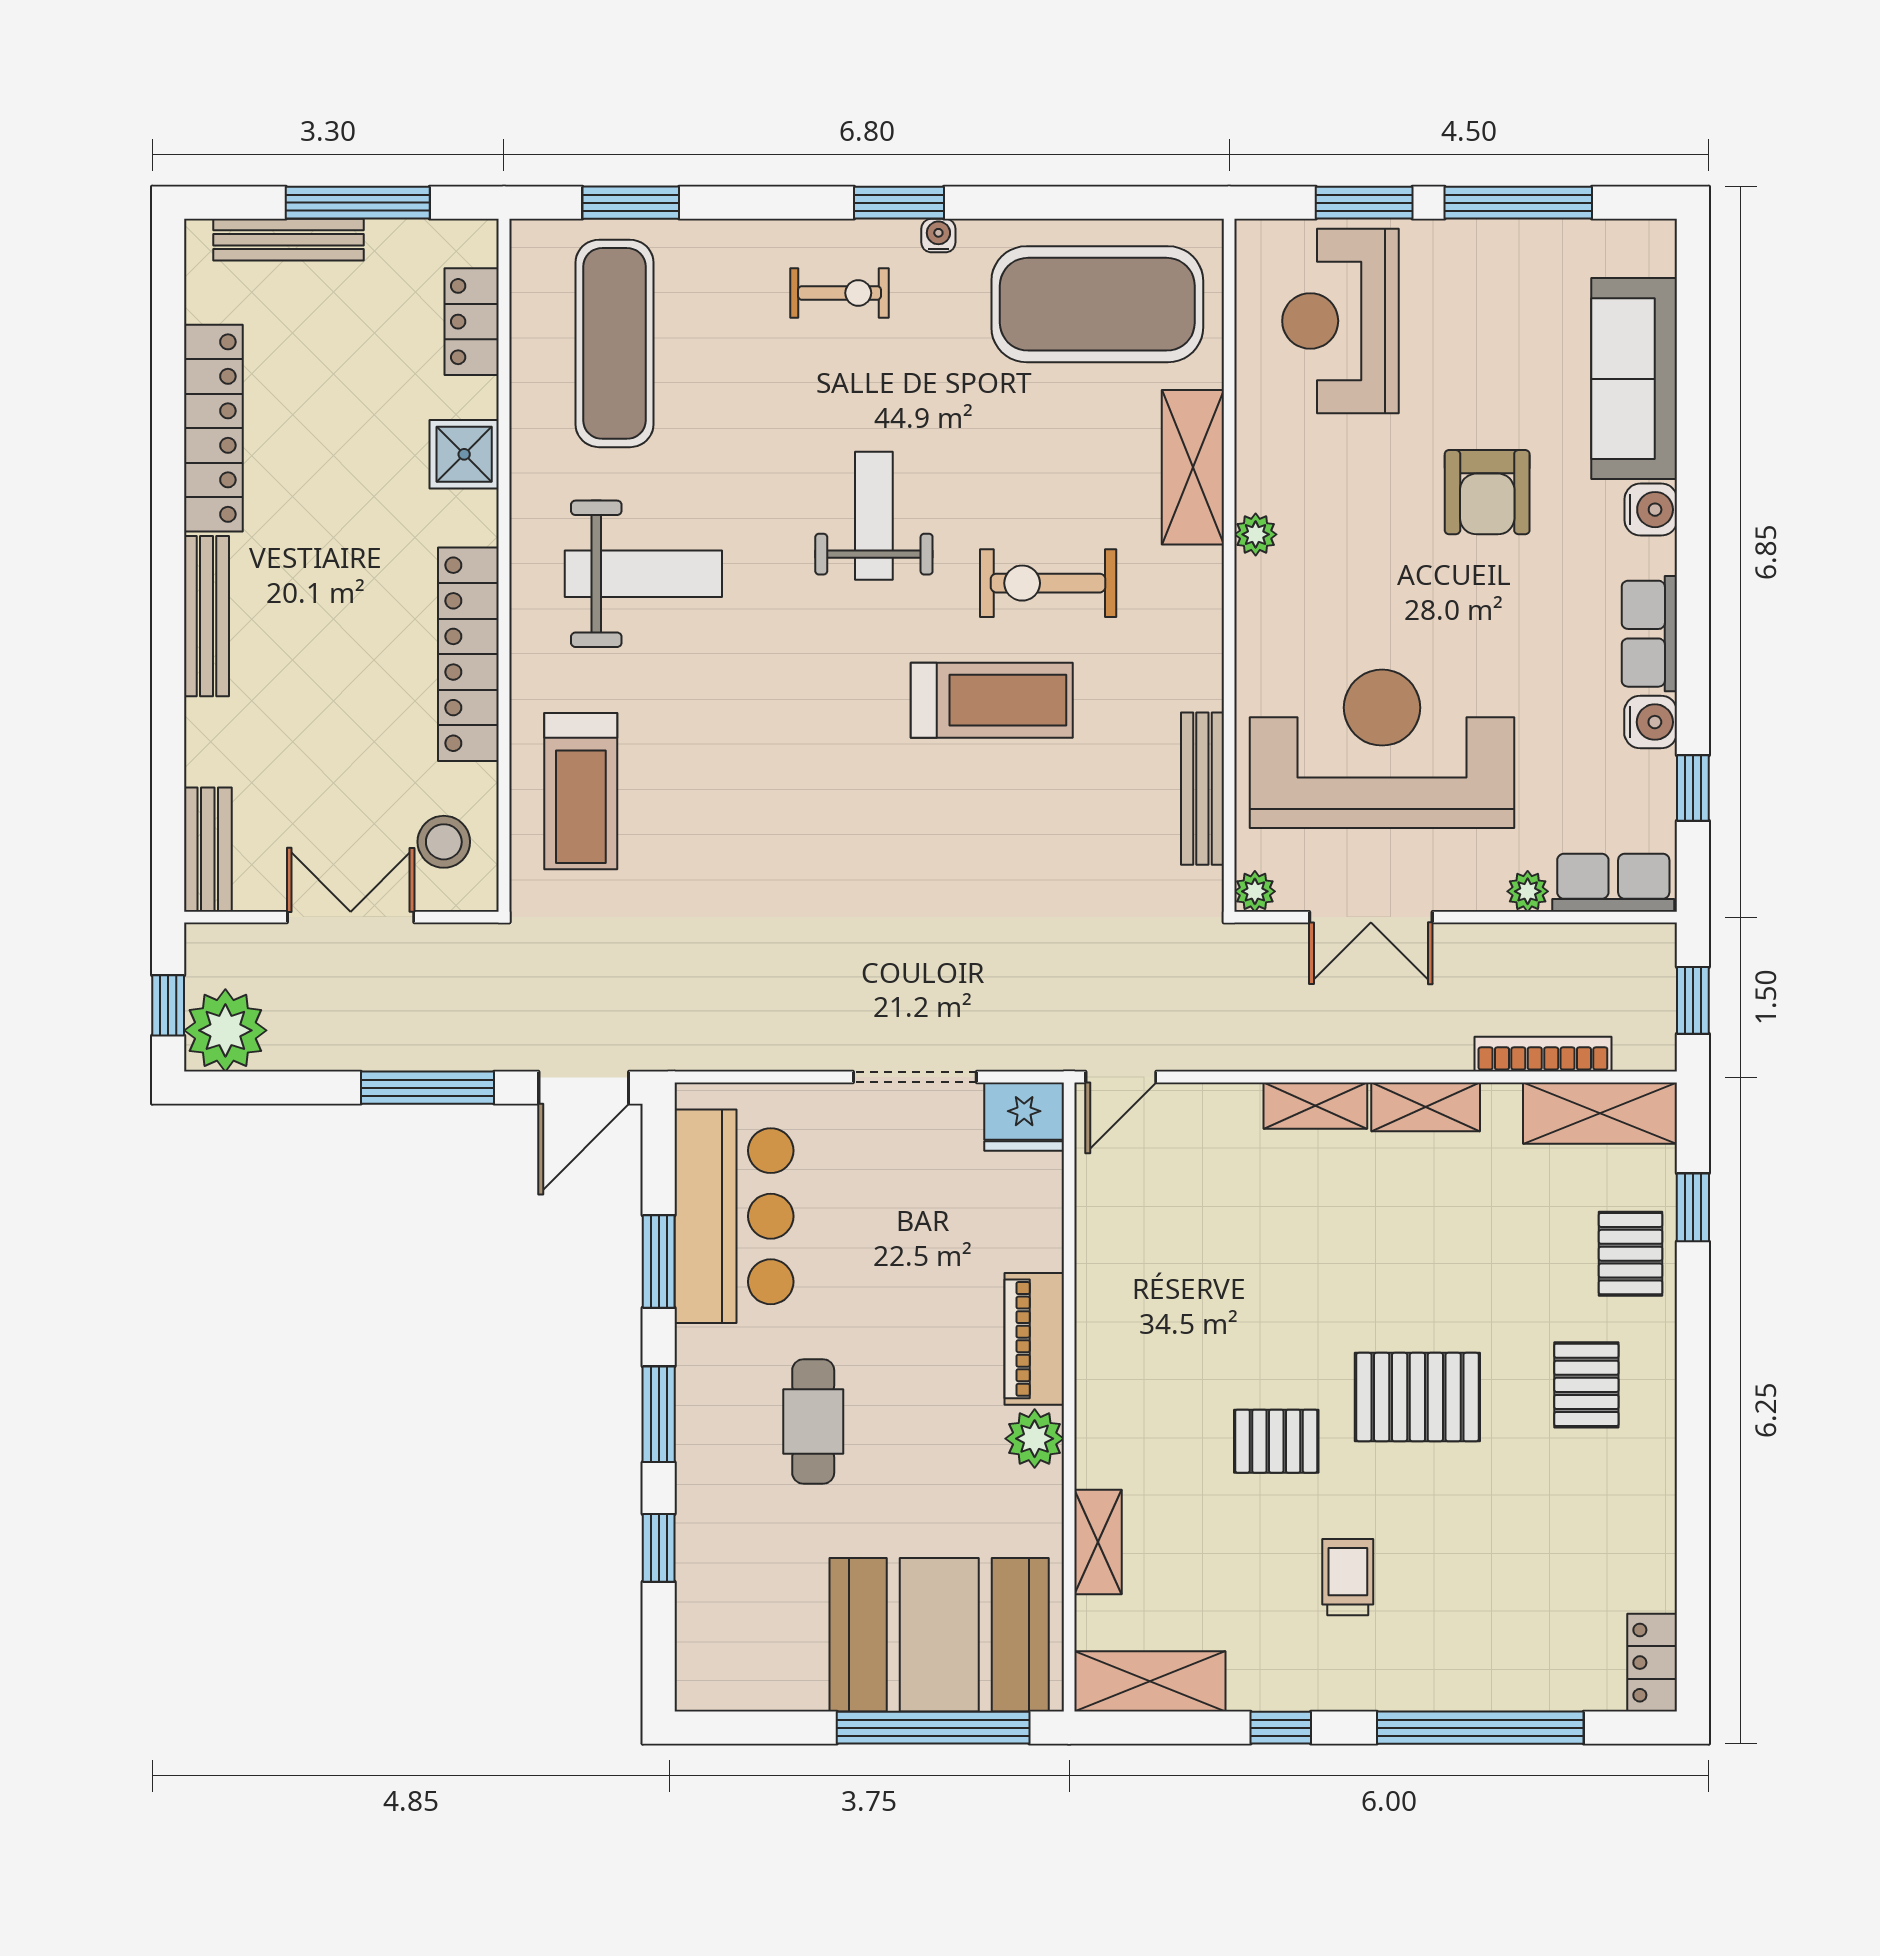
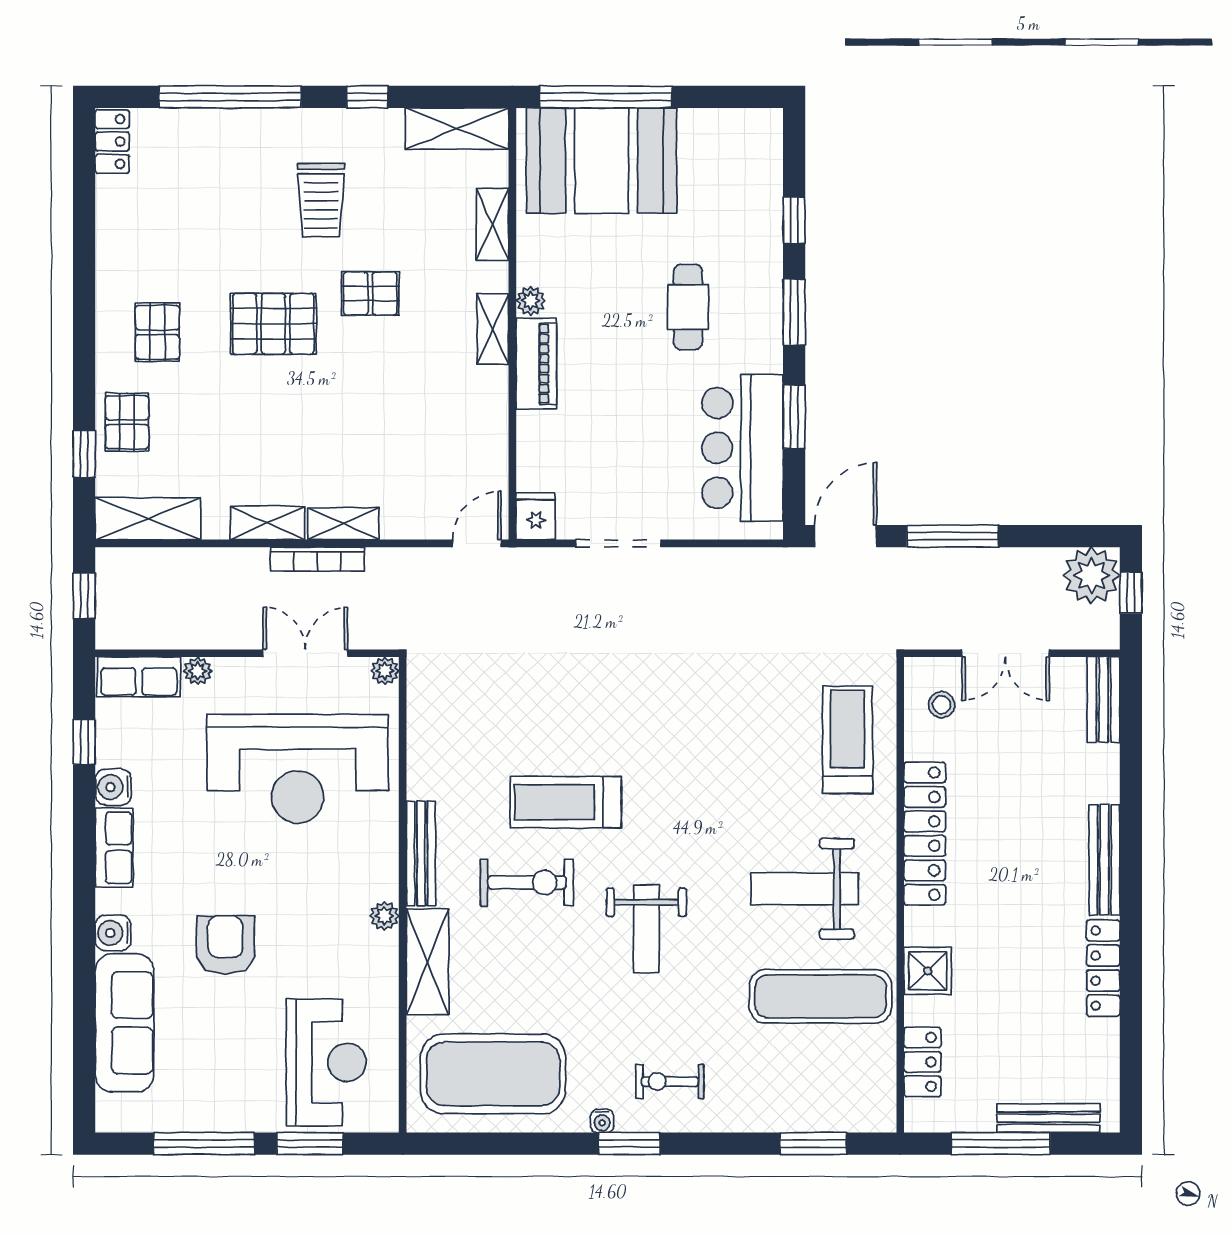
exercise mat: (614, 343) -> (820, 996), moved, turned 90
locker: (213, 428) -> (1103, 968), width x0.71, depth x0.83
bench: (1202, 789) -> (421, 854), moved
stool: (444, 842) -> (942, 705), width x0.73, depth x0.73
bookcase: (1543, 1054) -> (317, 559), moved
fridge: (1024, 1117) -> (536, 516), width x0.72
shelving: (1098, 1390) -> (493, 329), added
plant: (1035, 1439) -> (531, 301), width x0.73, depth x0.73
trolley: (1348, 1577) -> (321, 200), width x1.36, depth x1.39

